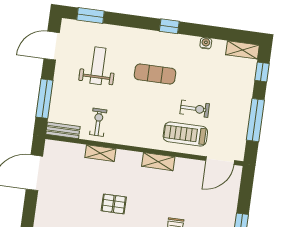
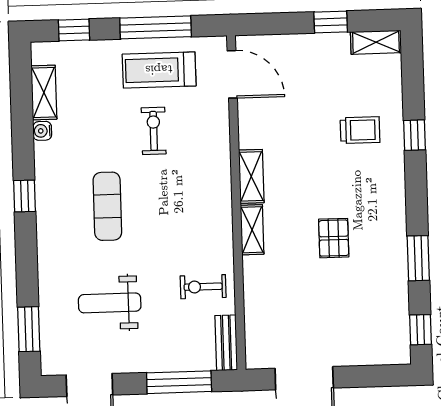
shelving: (243, 50) -> (44, 93), moved
treadmill: (185, 134) -> (159, 70), moved, turned 90
shelving: (100, 153) -> (252, 230), moved

